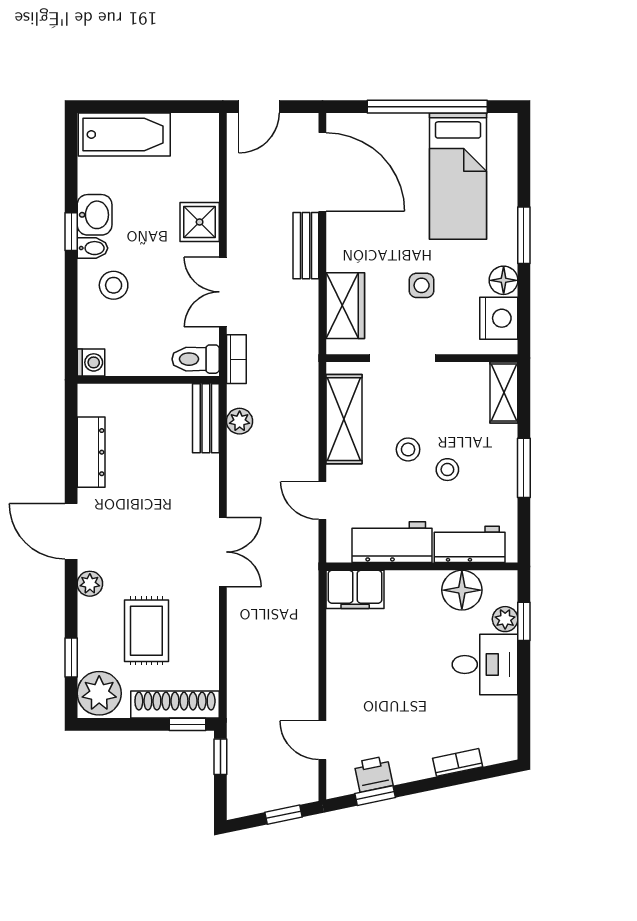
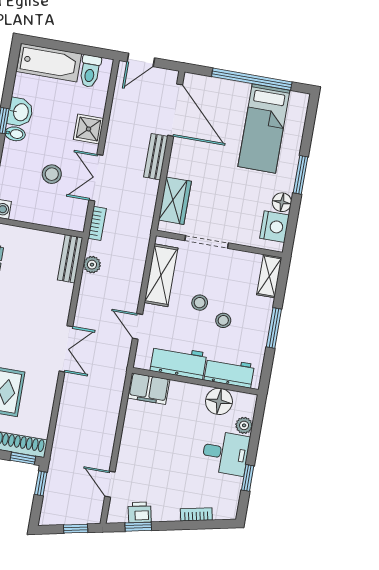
stool: (114, 285) -> (52, 174), moved
side table: (422, 285) -> (227, 196), removed
toilet: (196, 359) -> (90, 71), moved, turned -90
window: (524, 621) -> (248, 478), moved

